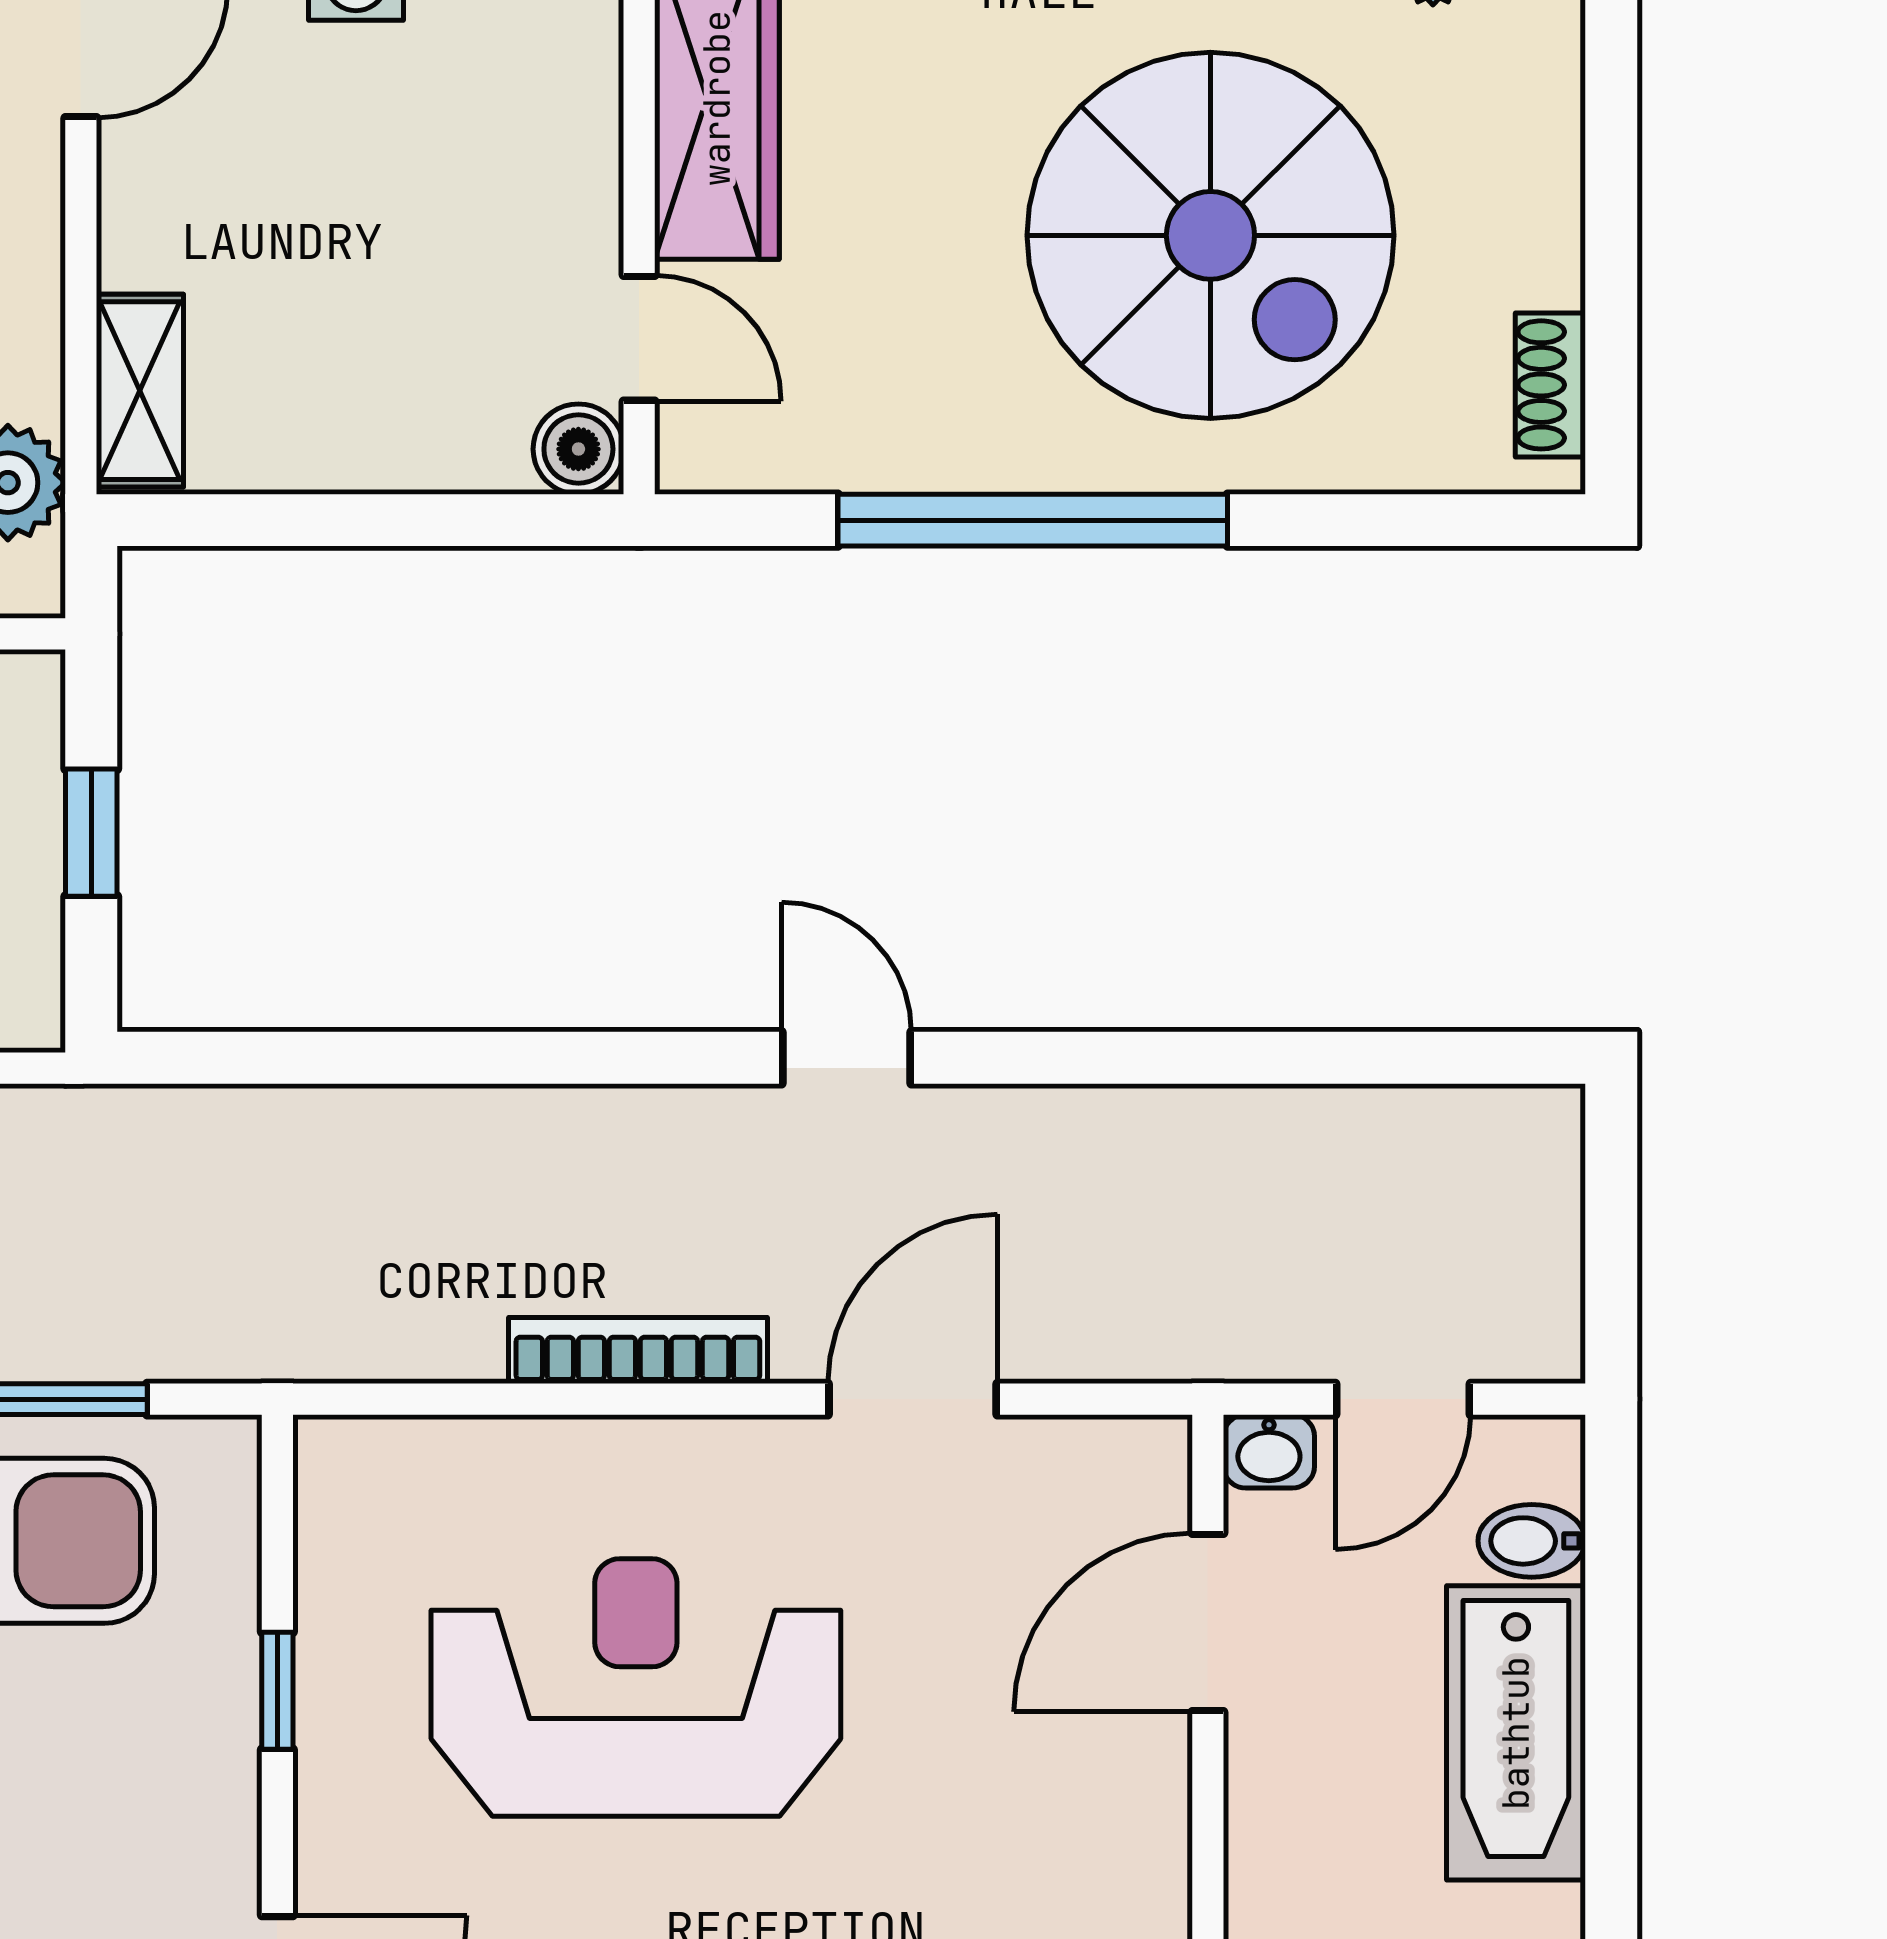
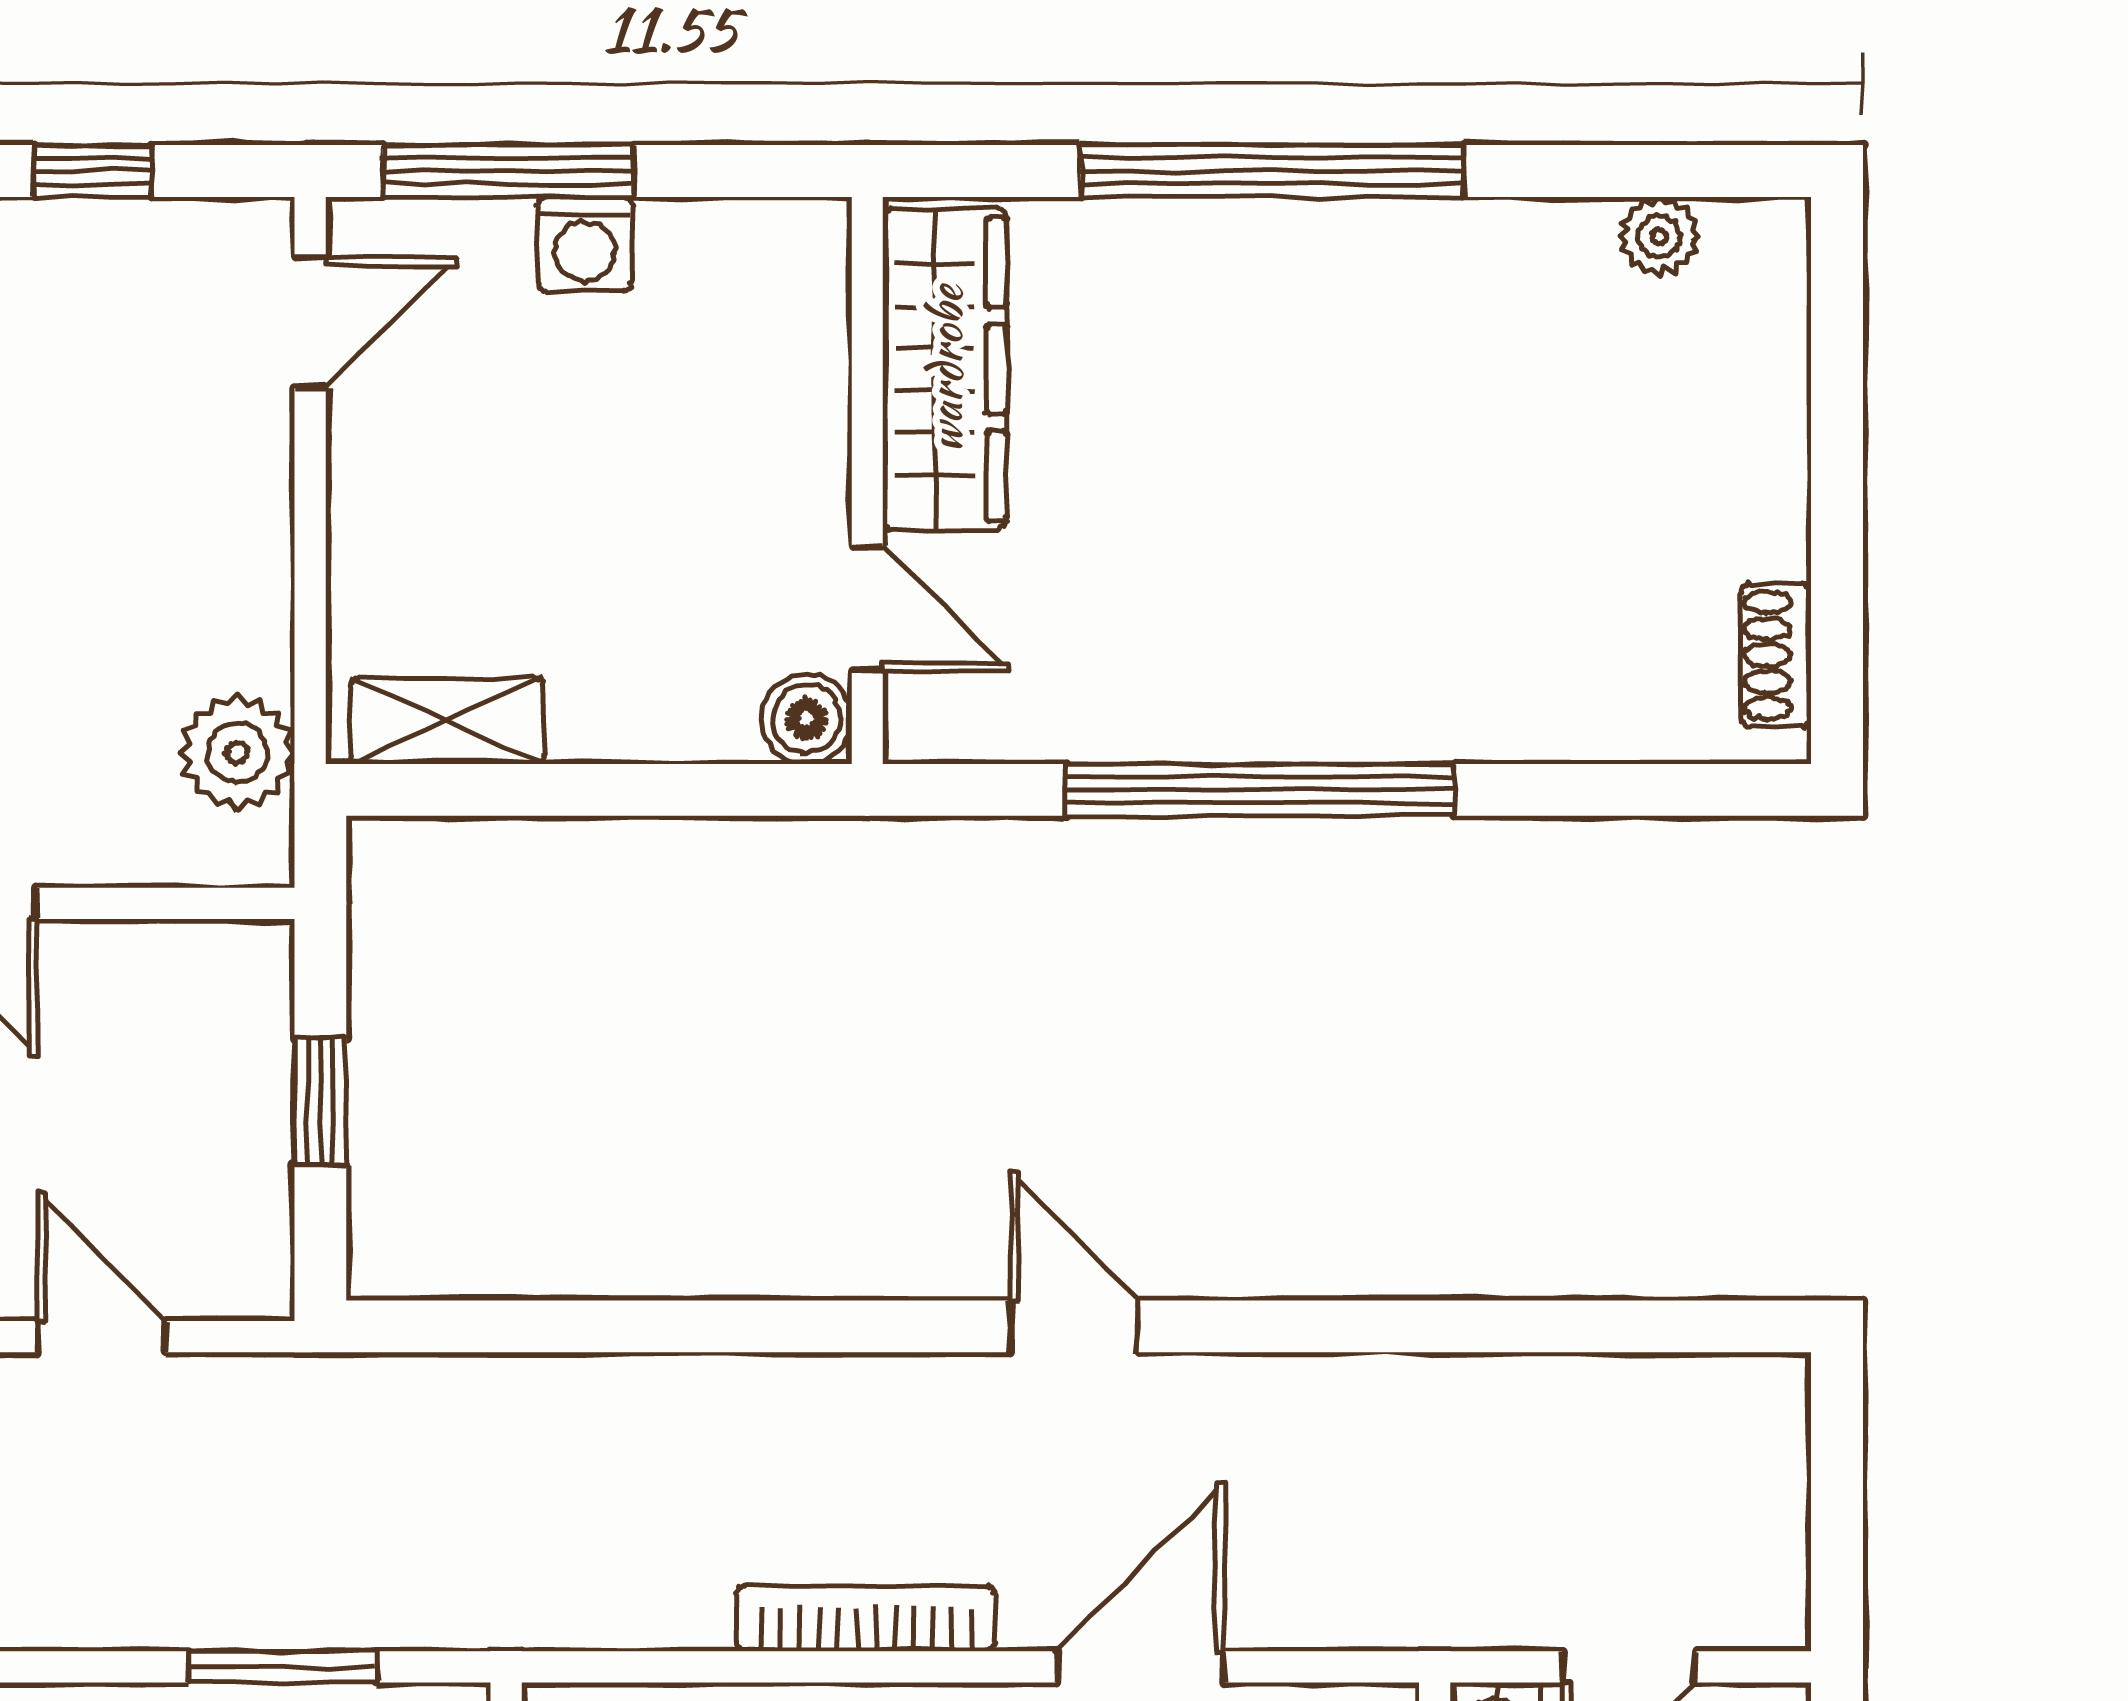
spiral stairs: (1210, 235) -> (1437, 506), removed
shelving: (140, 391) -> (447, 721), moved, turned 90

